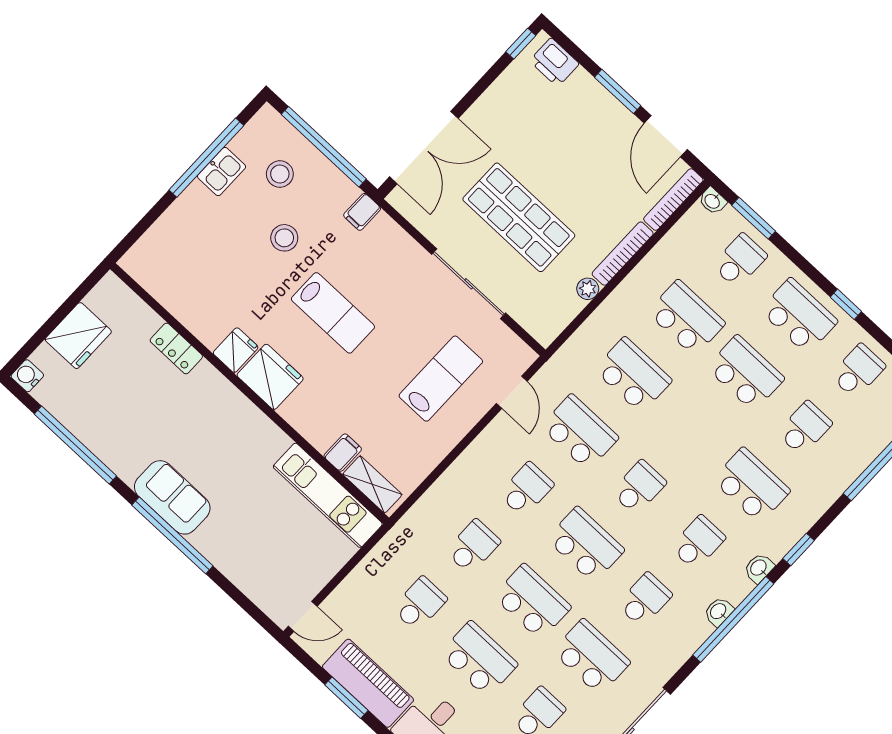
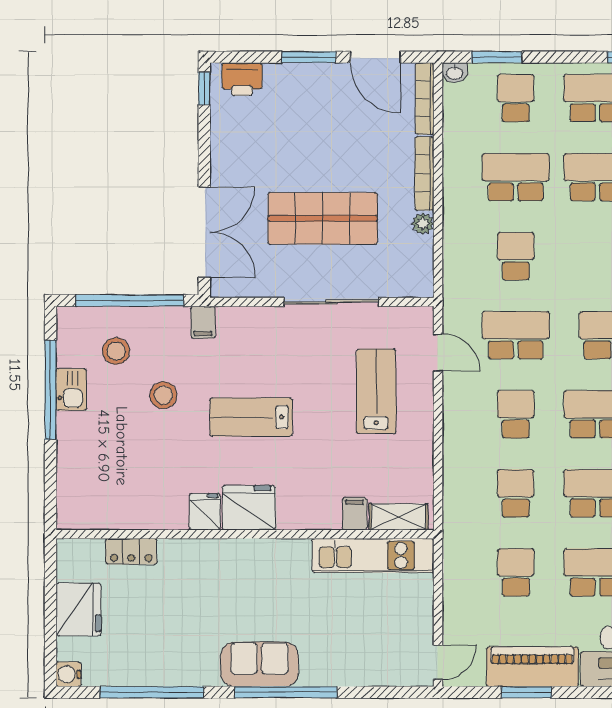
lab bench: (333, 313) -> (251, 417), turned 180
locker: (176, 348) -> (131, 551), moved
school desk: (633, 375) -> (516, 256), width x0.54

